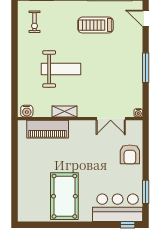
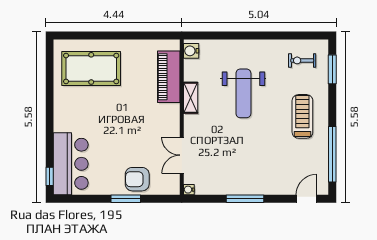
treadmill: (96, 25) -> (302, 116), moved
window: (146, 192) -> (126, 199), moved
pool table: (64, 196) -> (91, 68), moved

